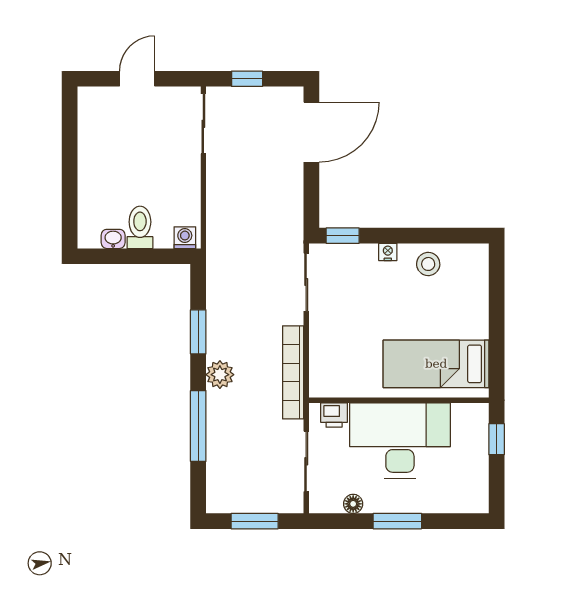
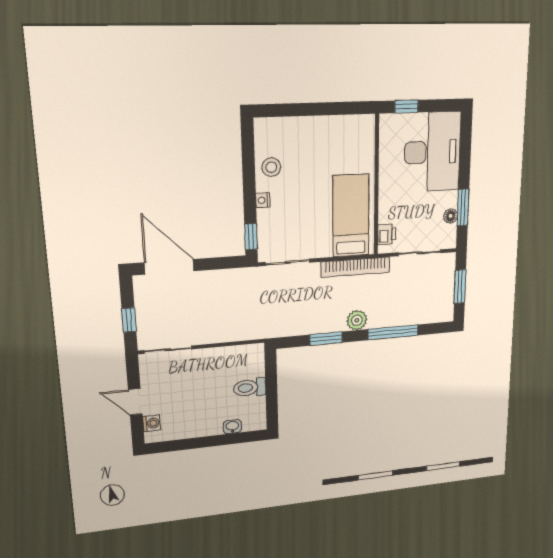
washing machine: (185, 238) -> (152, 423), moved, turned 180
washbasin: (113, 239) -> (232, 427), moved, turned 90
bed: (436, 364) -> (351, 216), moved, turned 180
desk: (400, 441) -> (432, 152), moved, turned 180
window: (397, 521) -> (463, 207), moved

